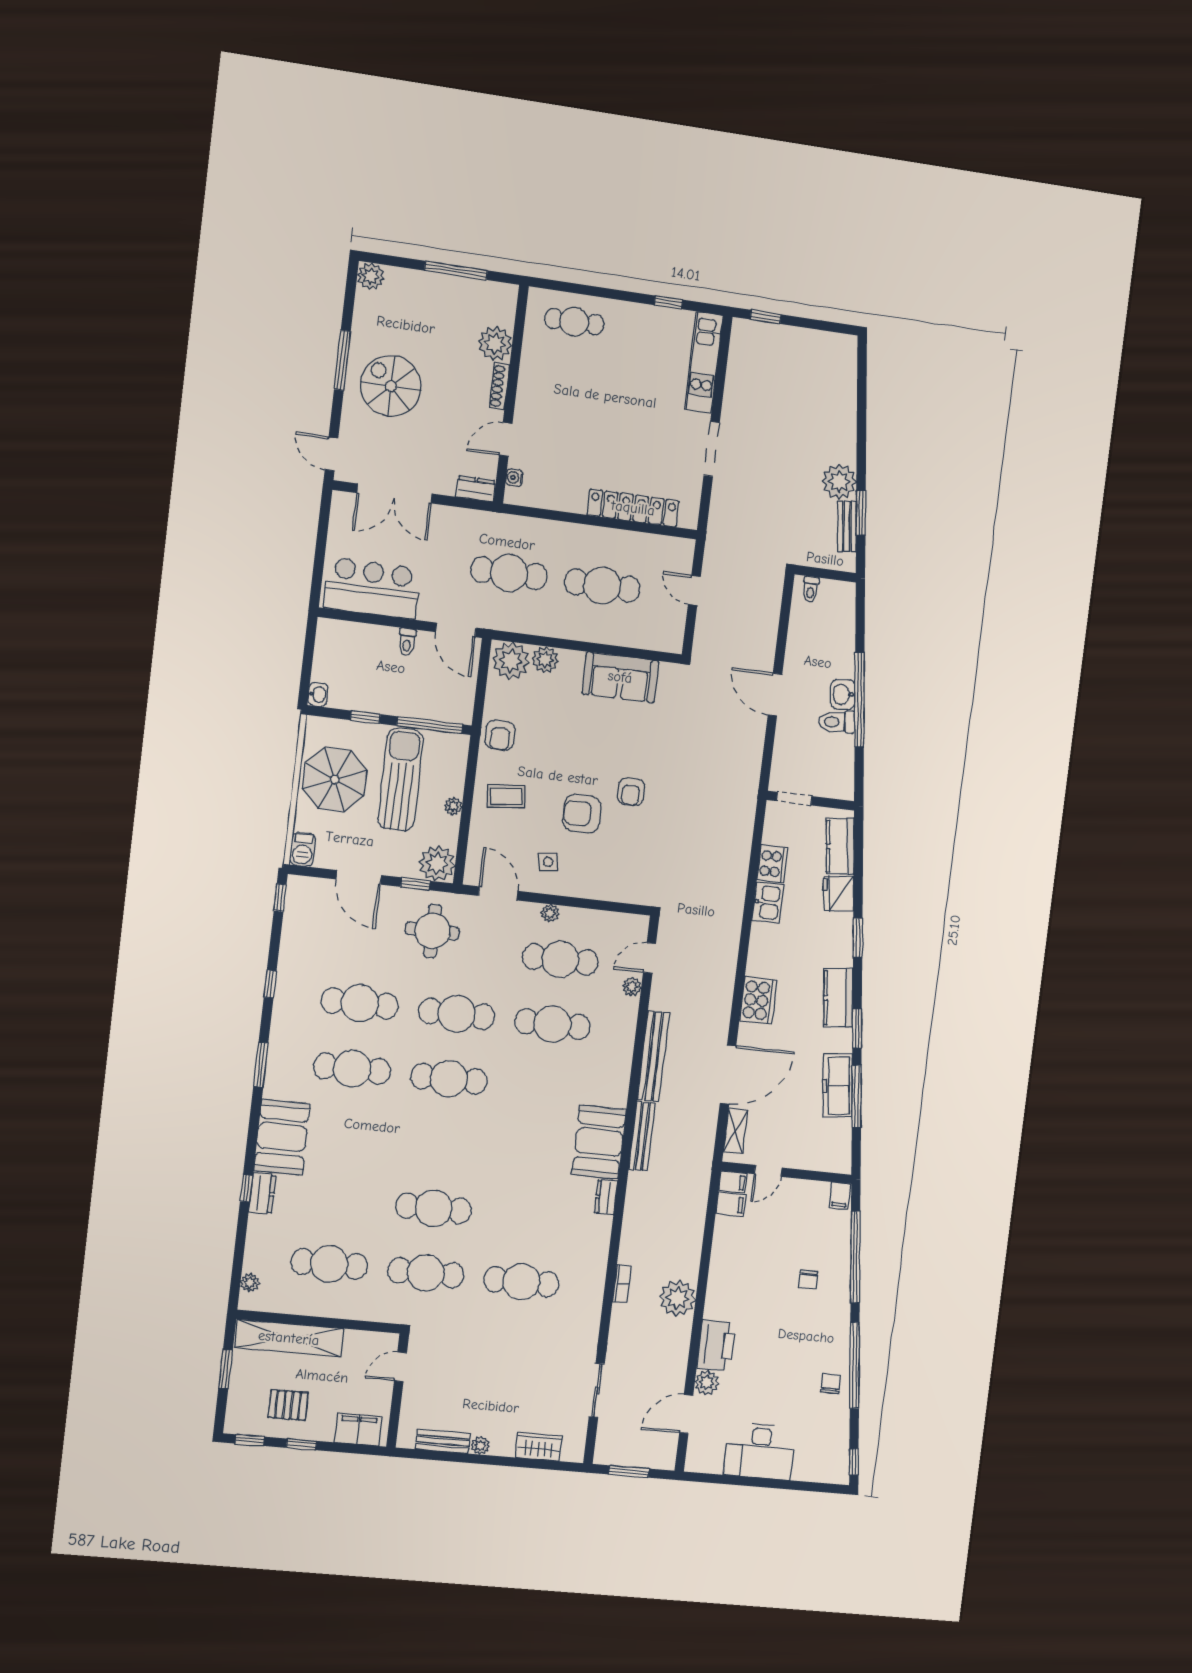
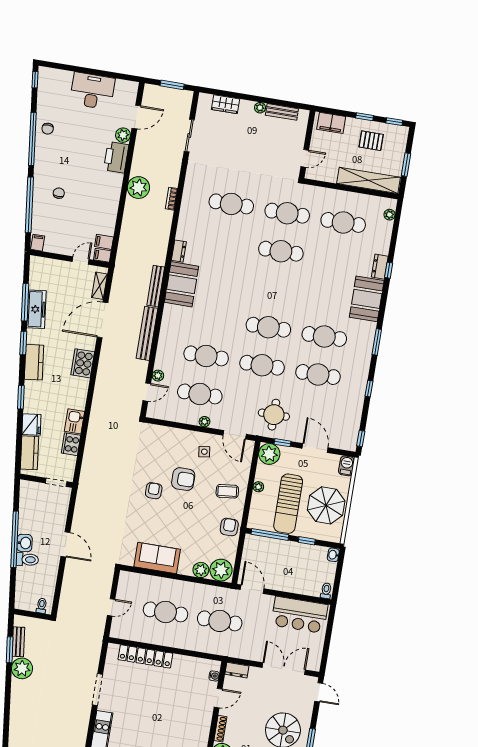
door: (694, 590) -> (111, 607), hinge flipped
toilet: (407, 642) -> (326, 591), moved
toilet: (837, 722) -> (27, 560), moved

